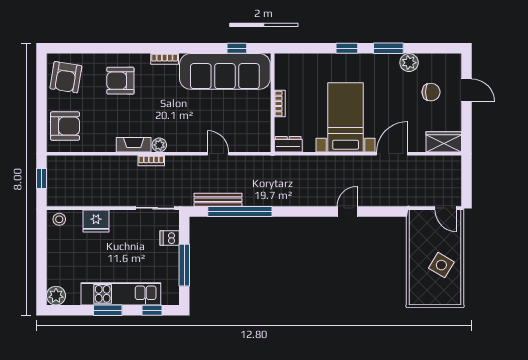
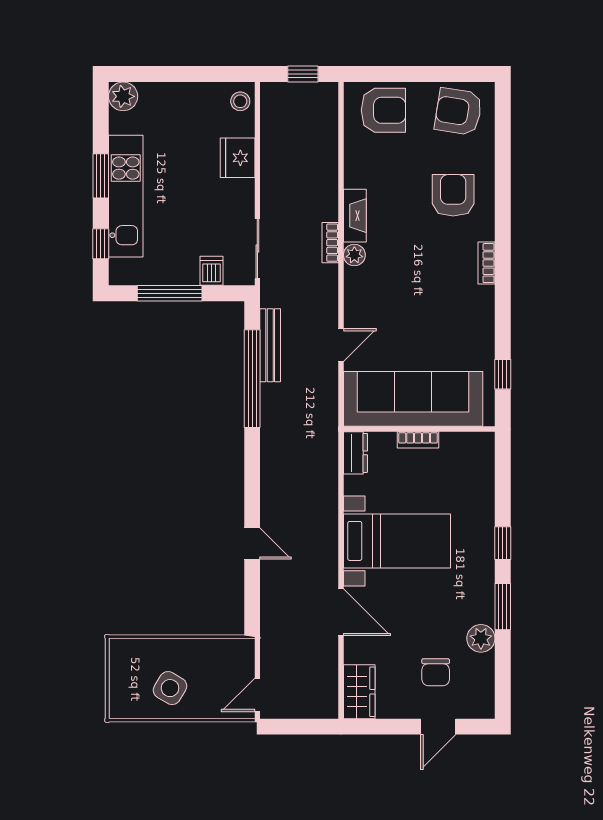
sofa: (225, 71) -> (413, 399), moved, turned 90
armchair: (65, 126) -> (383, 110), turned -90

